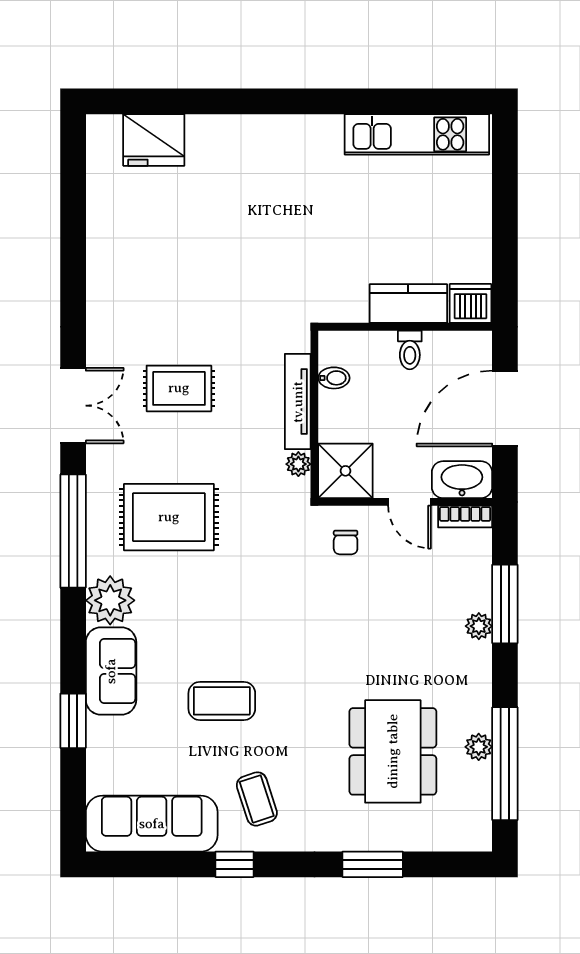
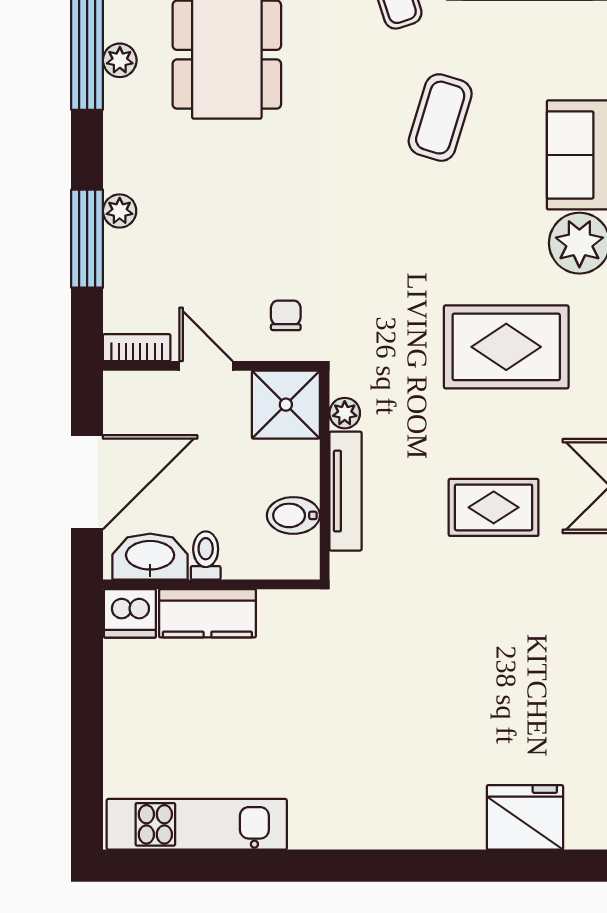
bidet: (334, 378) -> (293, 515), width x1.38, depth x1.36
washbasin: (462, 480) -> (150, 557), moved, turned 180
coffee table: (222, 701) -> (440, 118), turned -73

